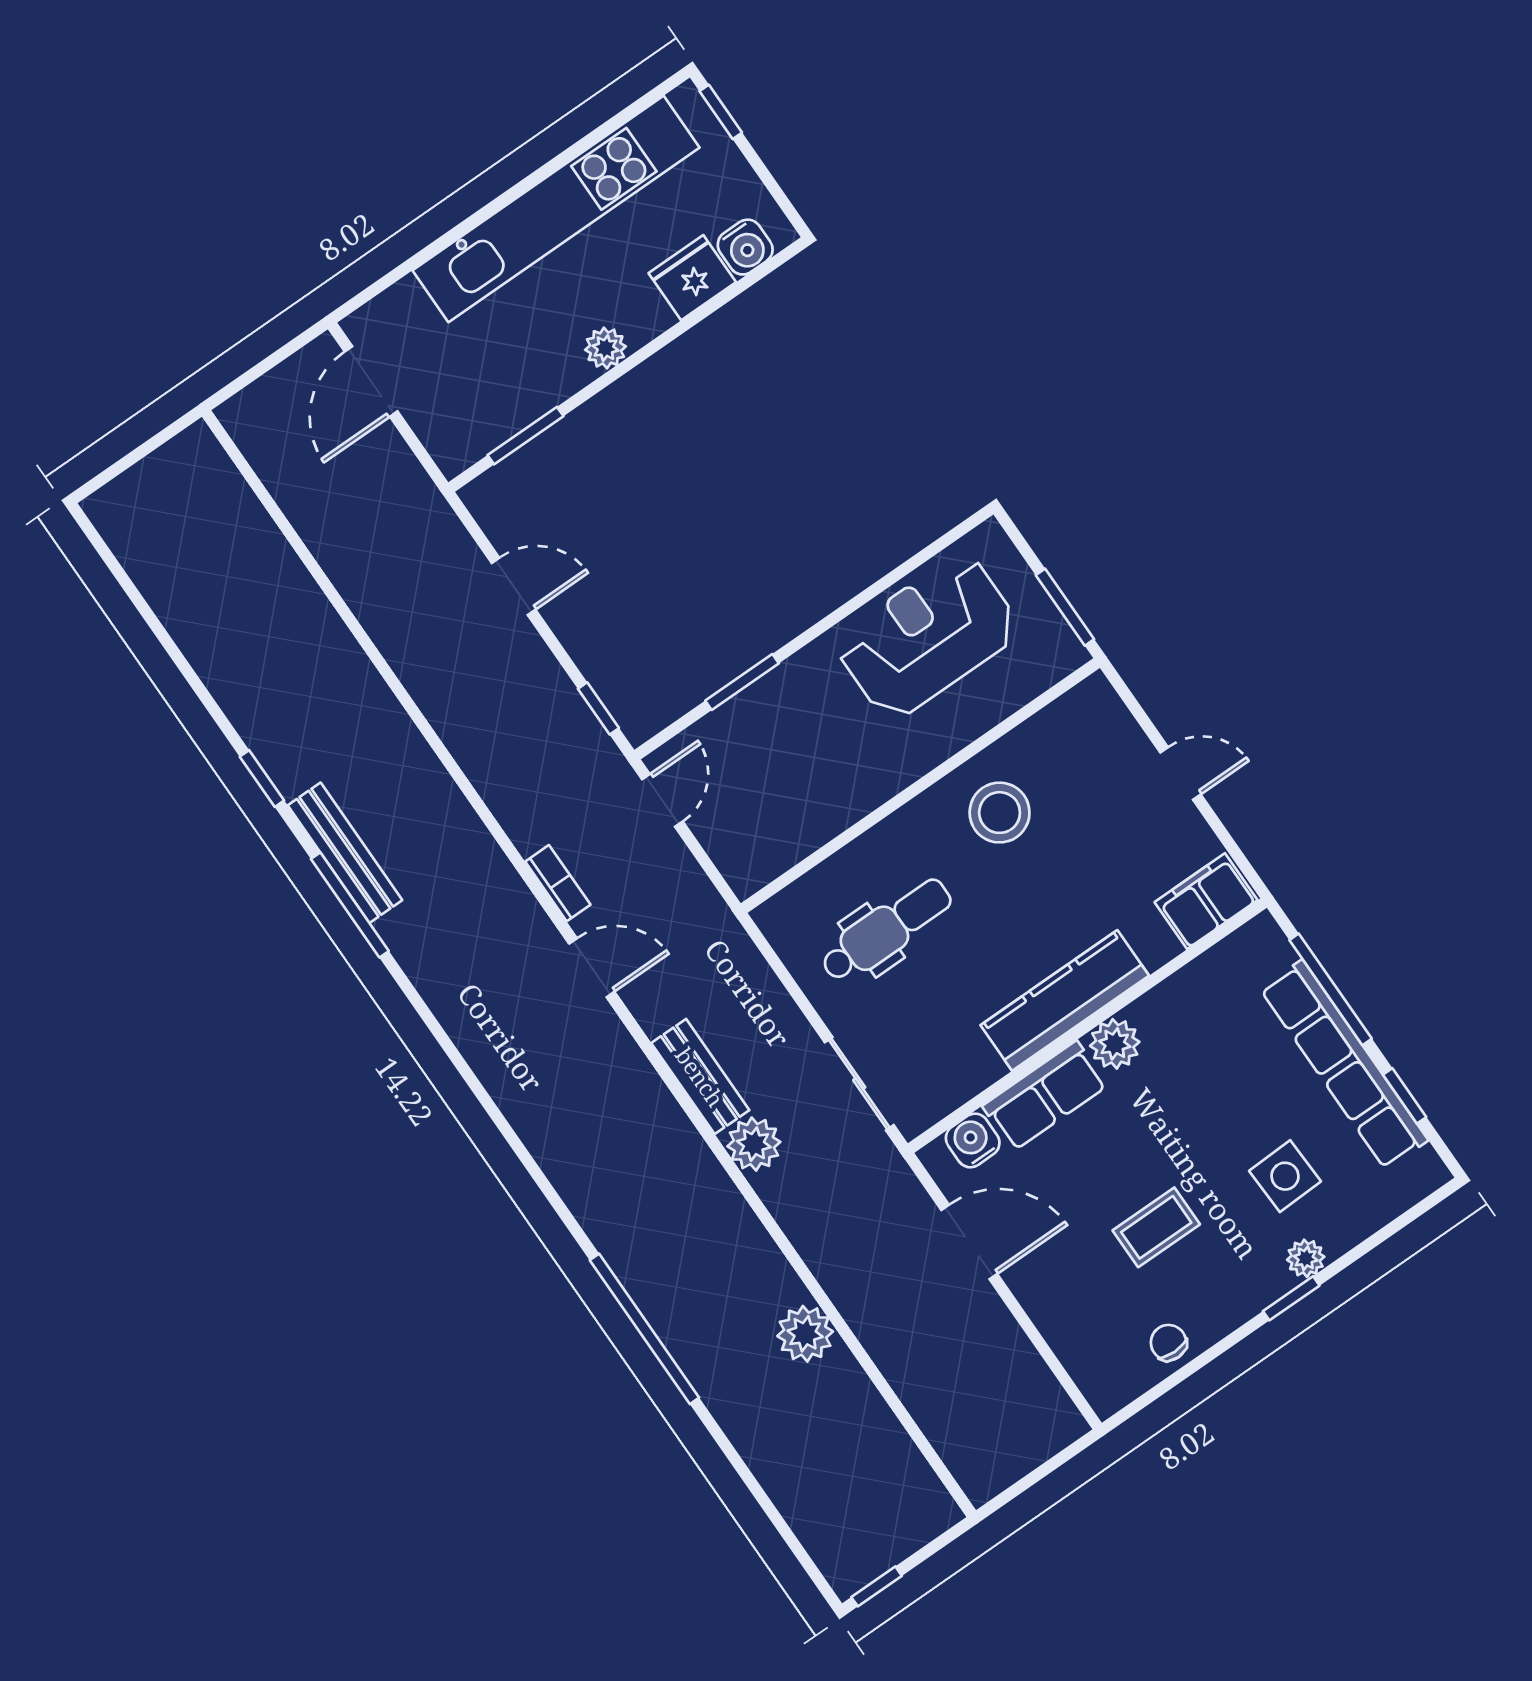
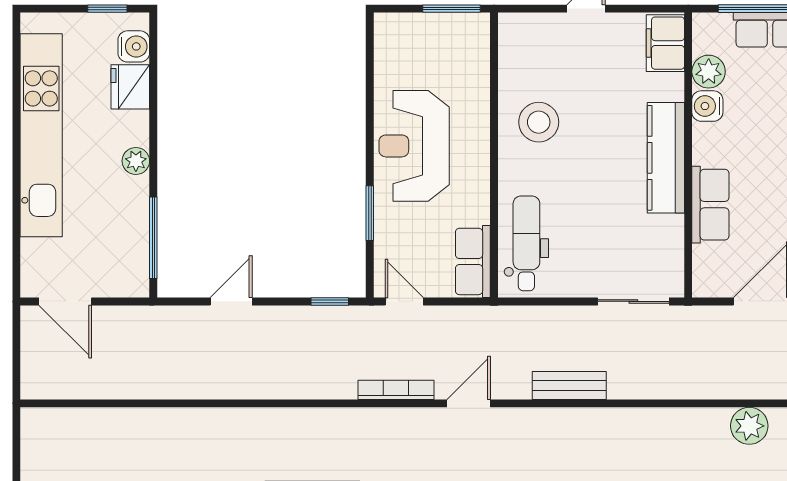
window: (721, 112) -> (107, 9), moved
window: (525, 436) -> (153, 238), width x1.44
reception desk: (928, 637) -> (414, 146), moved
row of seats: (771, 851) -> (473, 261), added
bookcase: (558, 883) -> (396, 390), width x1.56
dental chair: (886, 930) -> (526, 243), moved
plant: (1115, 1044) -> (709, 72), moved
water cooler: (973, 1140) -> (707, 106), moved
plant: (754, 1144) -> (626, 382), removed

